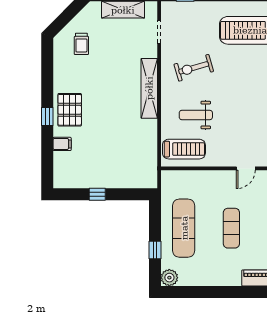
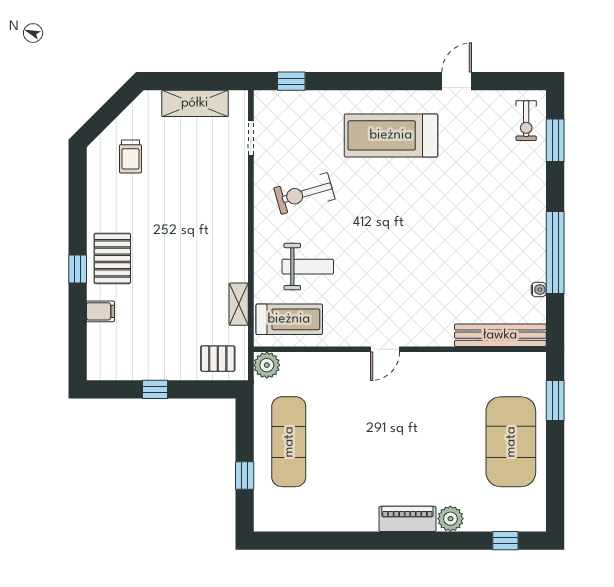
shelving: (149, 88) -> (239, 304), moved, width x0.45, depth x0.75
weight bench: (196, 115) -> (308, 267), turned 180
pallet: (138, 174) -> (218, 359), added
exercise mat: (231, 228) -> (363, 442), removed
plant: (169, 278) -> (267, 365), moved

